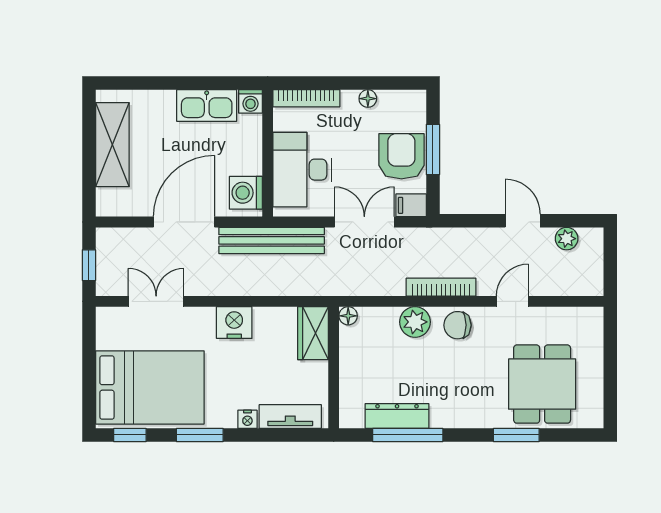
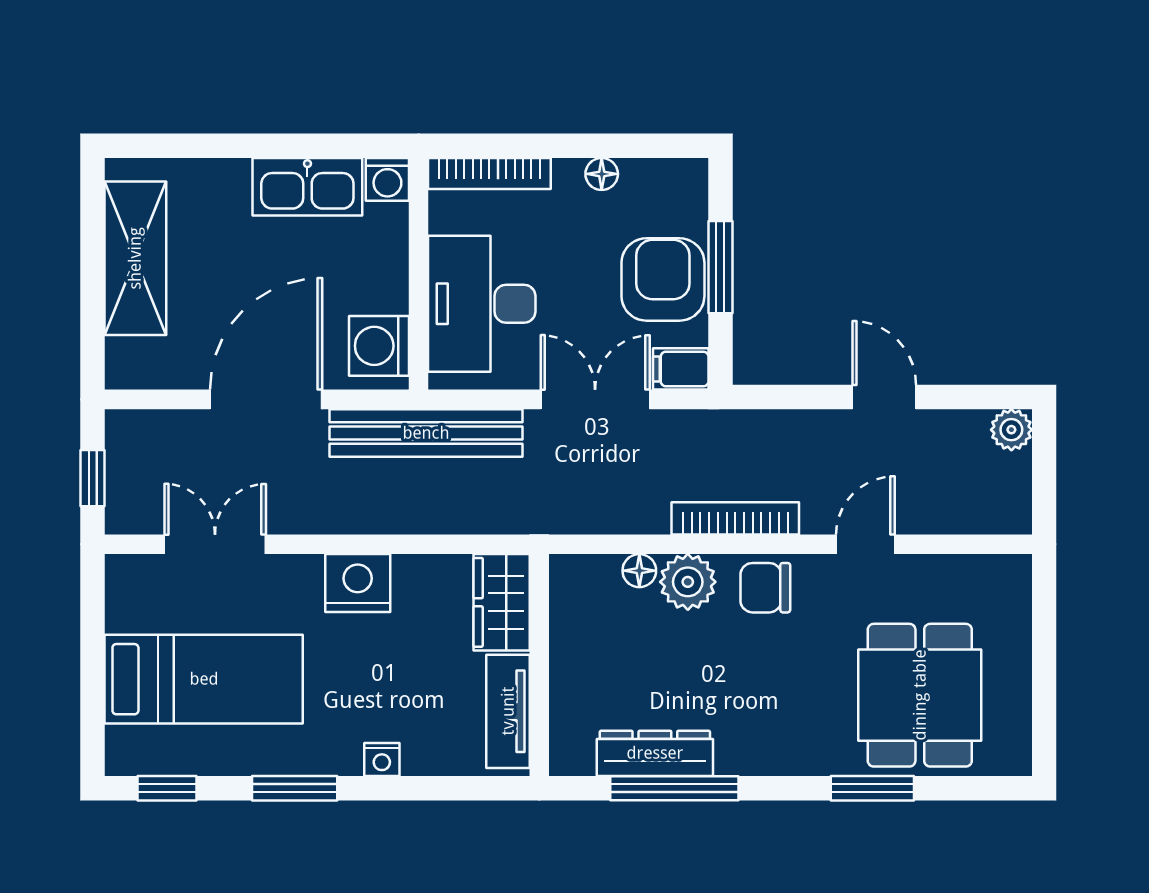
plant: (567, 239) -> (1011, 430), moved
floor lamp: (348, 316) -> (639, 571), moved
bed: (150, 387) -> (204, 679), width x0.67
tv unit: (290, 417) -> (508, 711), moved, turned -90

